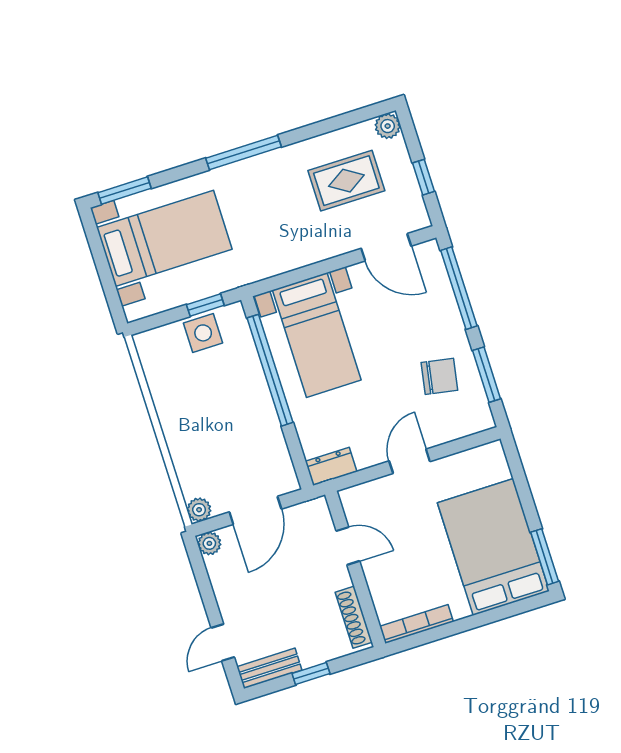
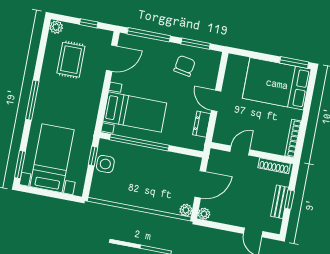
dresser: (331, 466) -> (202, 124), moved
door: (255, 510) -> (200, 184), hinge flipped
bench: (269, 668) -> (280, 202), moved

